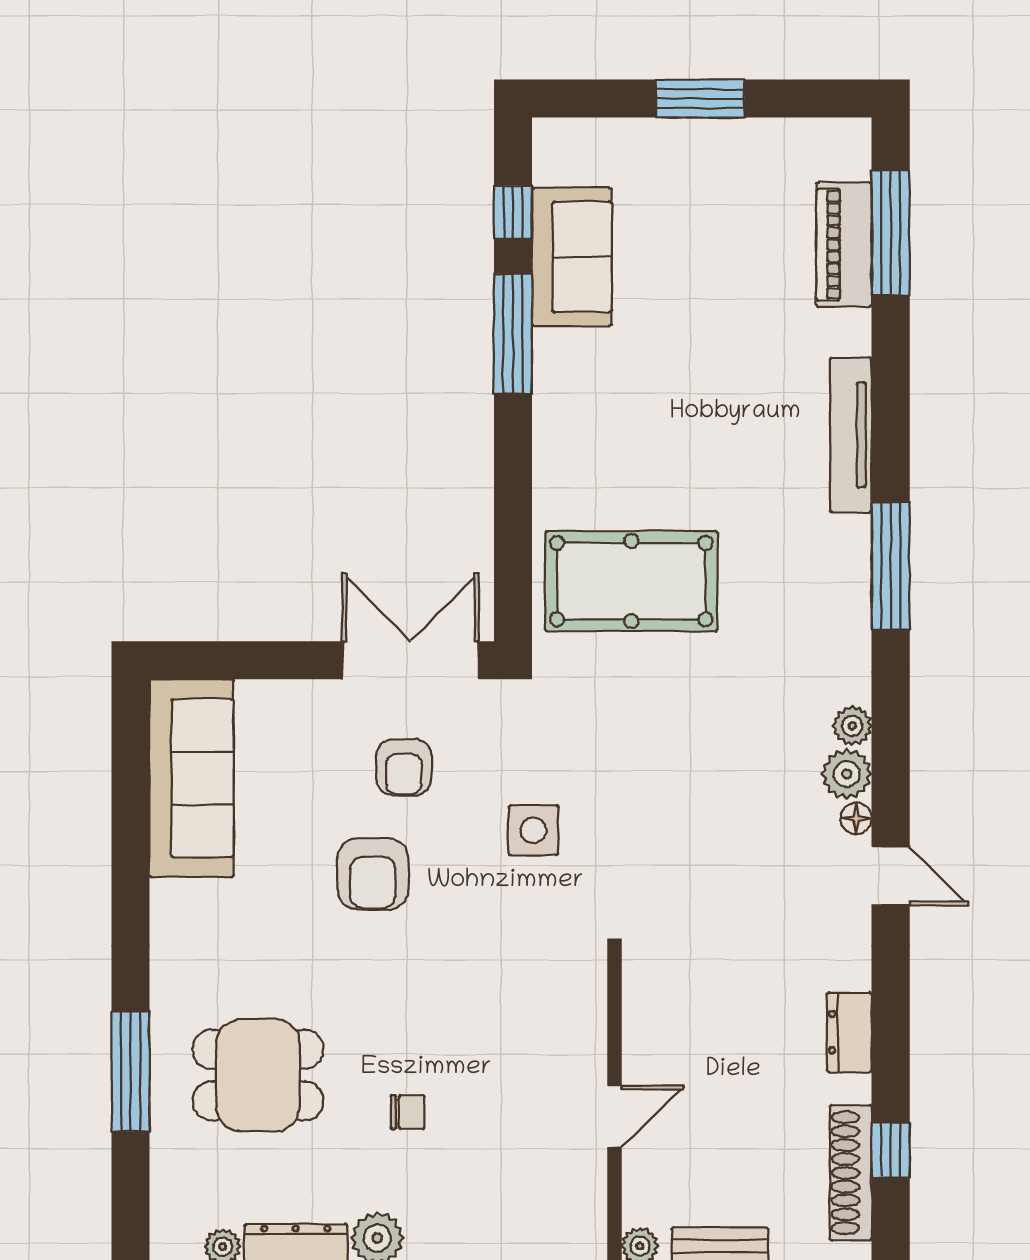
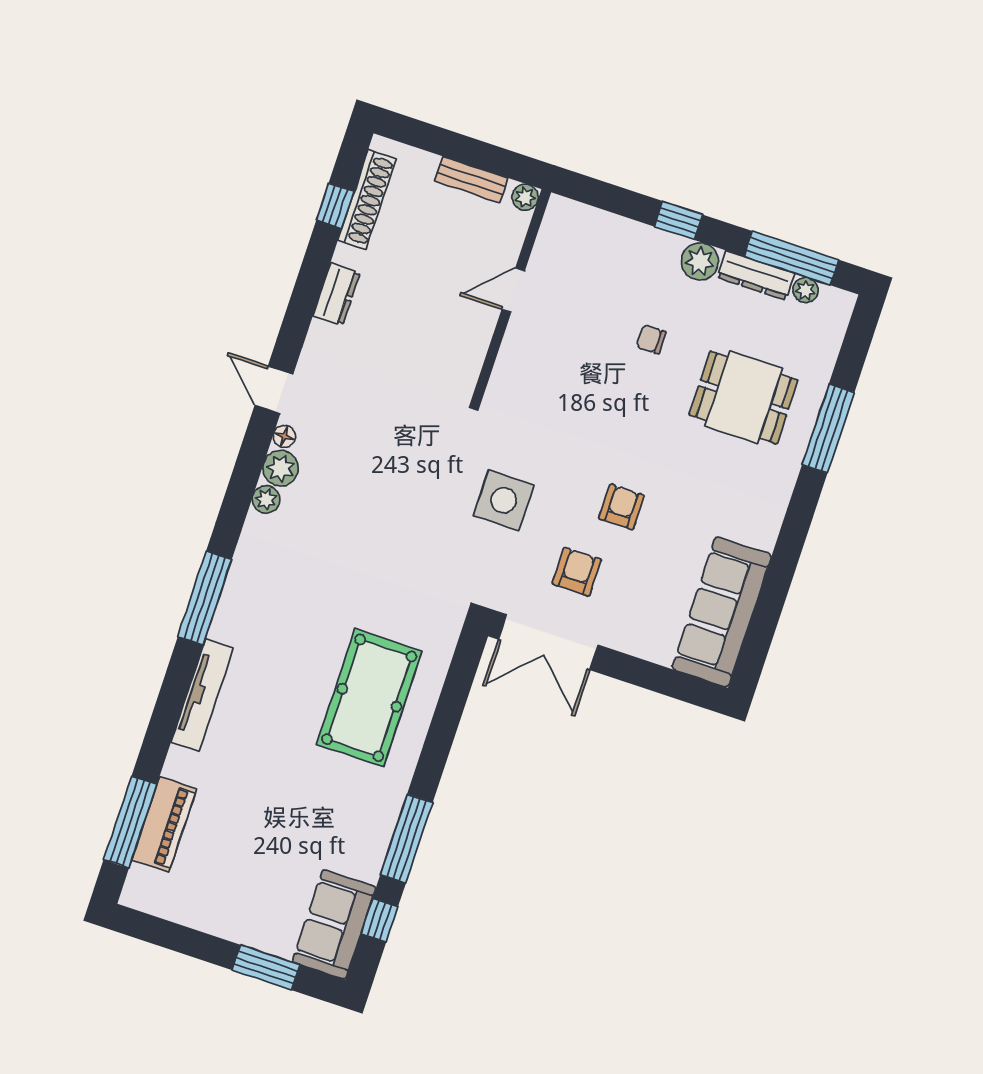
window: (700, 98) -> (266, 967), moved
sofa: (572, 257) -> (334, 924), moved
pool table: (631, 581) -> (369, 698), moved, turned 90
side table: (533, 830) -> (504, 500), width x1.37, depth x1.37
armchair: (373, 874) -> (621, 507), width x0.72, depth x0.72

